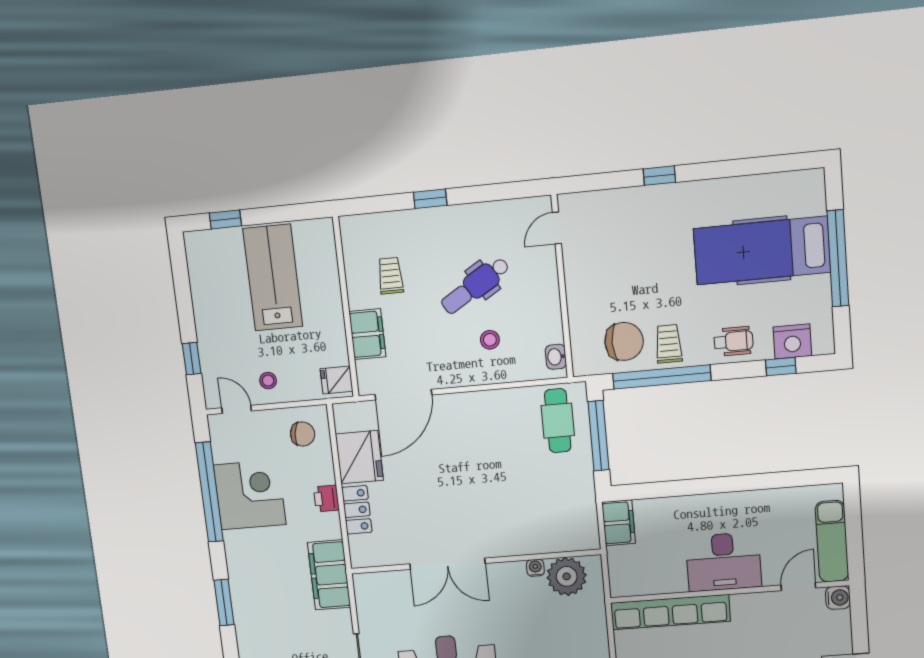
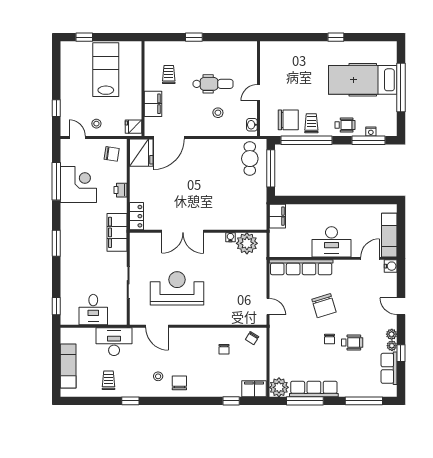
window: (659, 176) -> (336, 37), moved
door: (557, 228) -> (258, 93), moved
dental chair: (475, 286) -> (213, 84), turned -149
nightstand: (792, 341) -> (371, 132), width x0.53, depth x0.56
window: (781, 367) -> (369, 140), width x2.17
fridge: (359, 457) -> (141, 153), moved
window: (209, 492) -> (56, 181), width x0.68
locker: (357, 510) -> (136, 216), moved

